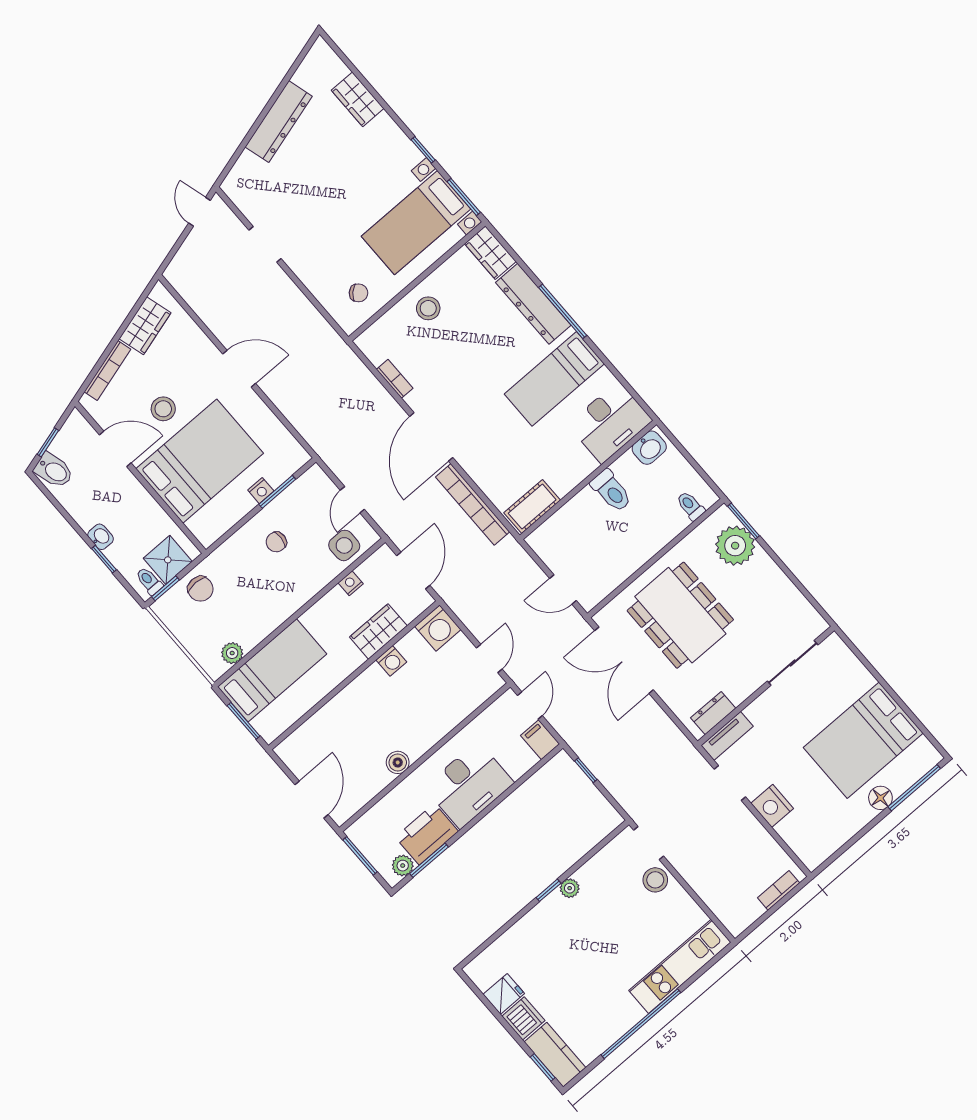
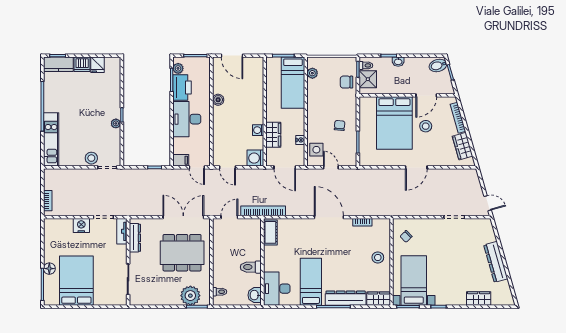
nightstand: (261, 491) -> (364, 136), removed
bookcase: (473, 504) -> (263, 211), moved
dresser: (713, 713) -> (135, 238), width x1.44

